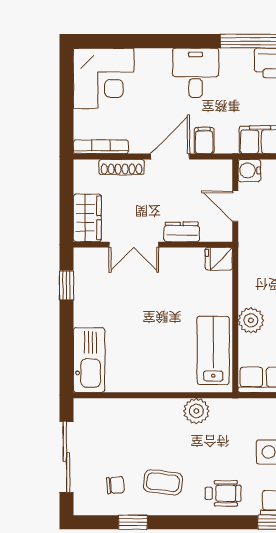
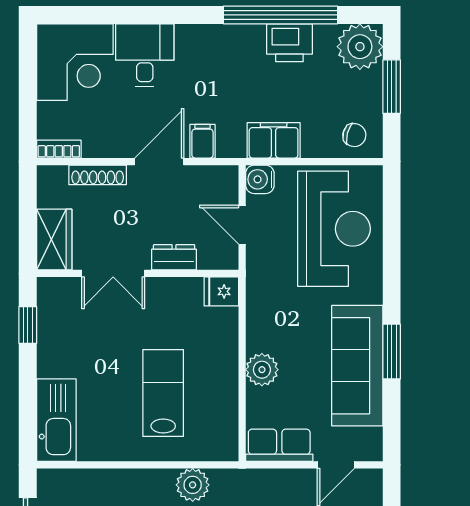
desk: (196, 73) -> (145, 55), moved
bookcase: (101, 147) -> (59, 149), width x0.64
lab bench: (213, 350) -> (163, 393), moved

